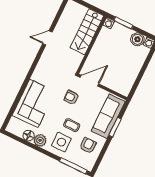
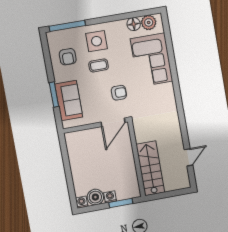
washing machine: (109, 23) -> (110, 197), moved
door: (47, 38) -> (188, 157), moved
sofa: (108, 116) -> (69, 101), width x0.73
plant: (40, 140) -> (149, 22), moved

